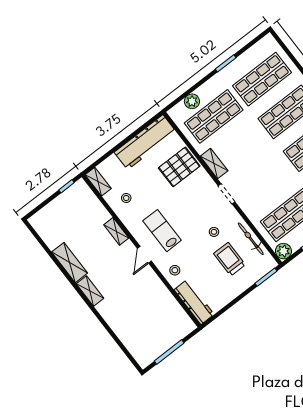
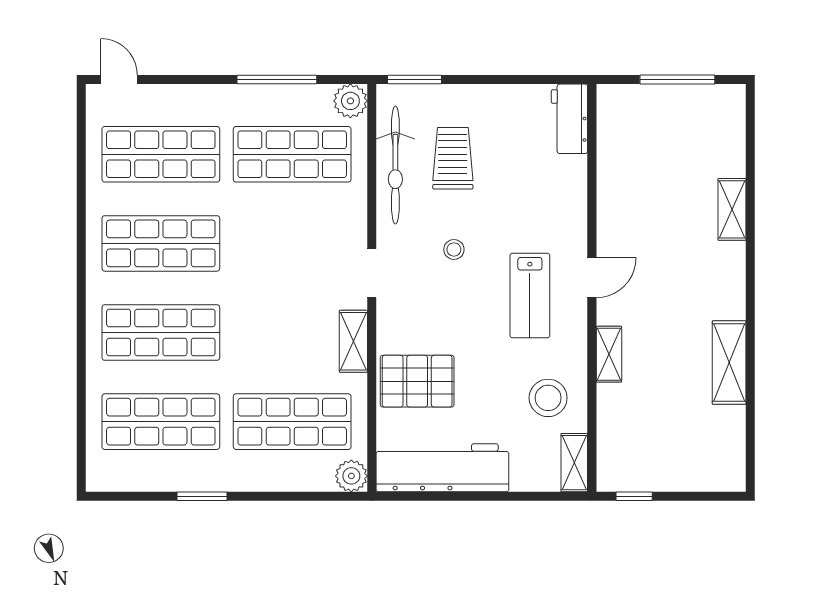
plant: (192, 101) -> (351, 476), moved
stool: (126, 198) -> (548, 398), width x1.89, depth x1.89
stool: (214, 232) -> (454, 249), moved
bicycle: (251, 239) -> (395, 165), width x1.37, depth x1.40
trolley: (229, 259) -> (453, 158), turned 180
stool: (175, 270) -> (560, 211), removed
shelving: (90, 291) -> (732, 209), moved
workbench: (194, 302) -> (569, 119), width x0.73

